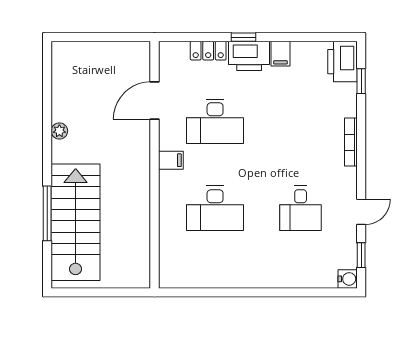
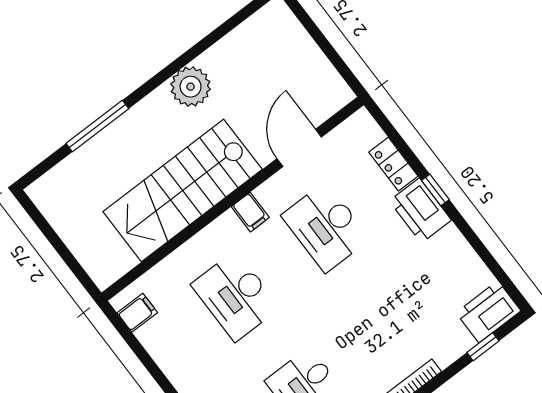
filing cabinet: (280, 54) -> (137, 313), moved, turned 180
door: (155, 101) -> (299, 148), hinge flipped
plant: (59, 131) -> (191, 87), width x1.88, depth x1.88
stairs: (76, 222) -> (183, 191), moved, turned 180

